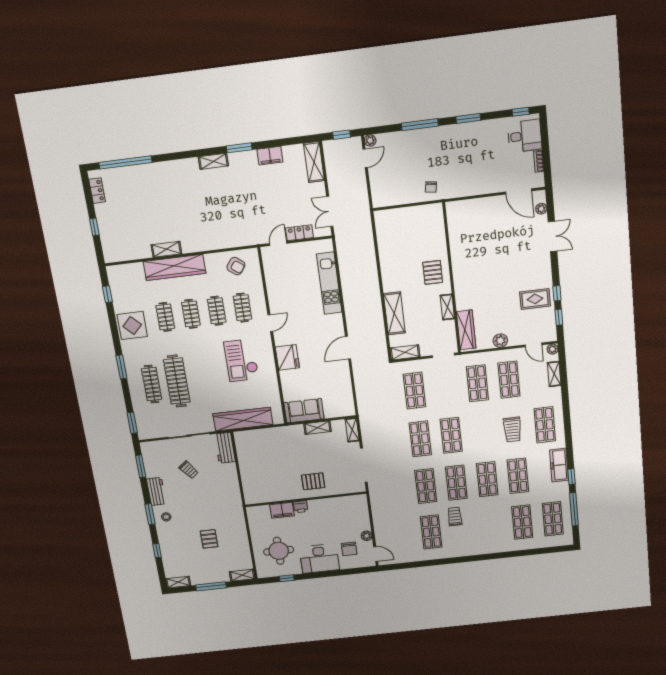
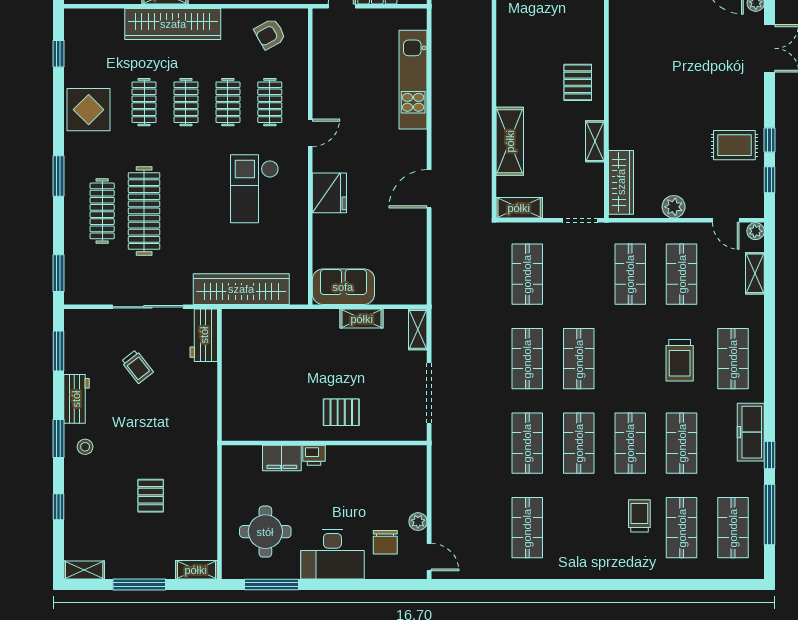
armchair: (236, 266) -> (270, 34), turned 114
trolley: (455, 517) -> (639, 516), moved
window: (287, 578) -> (272, 585), width x2.17

